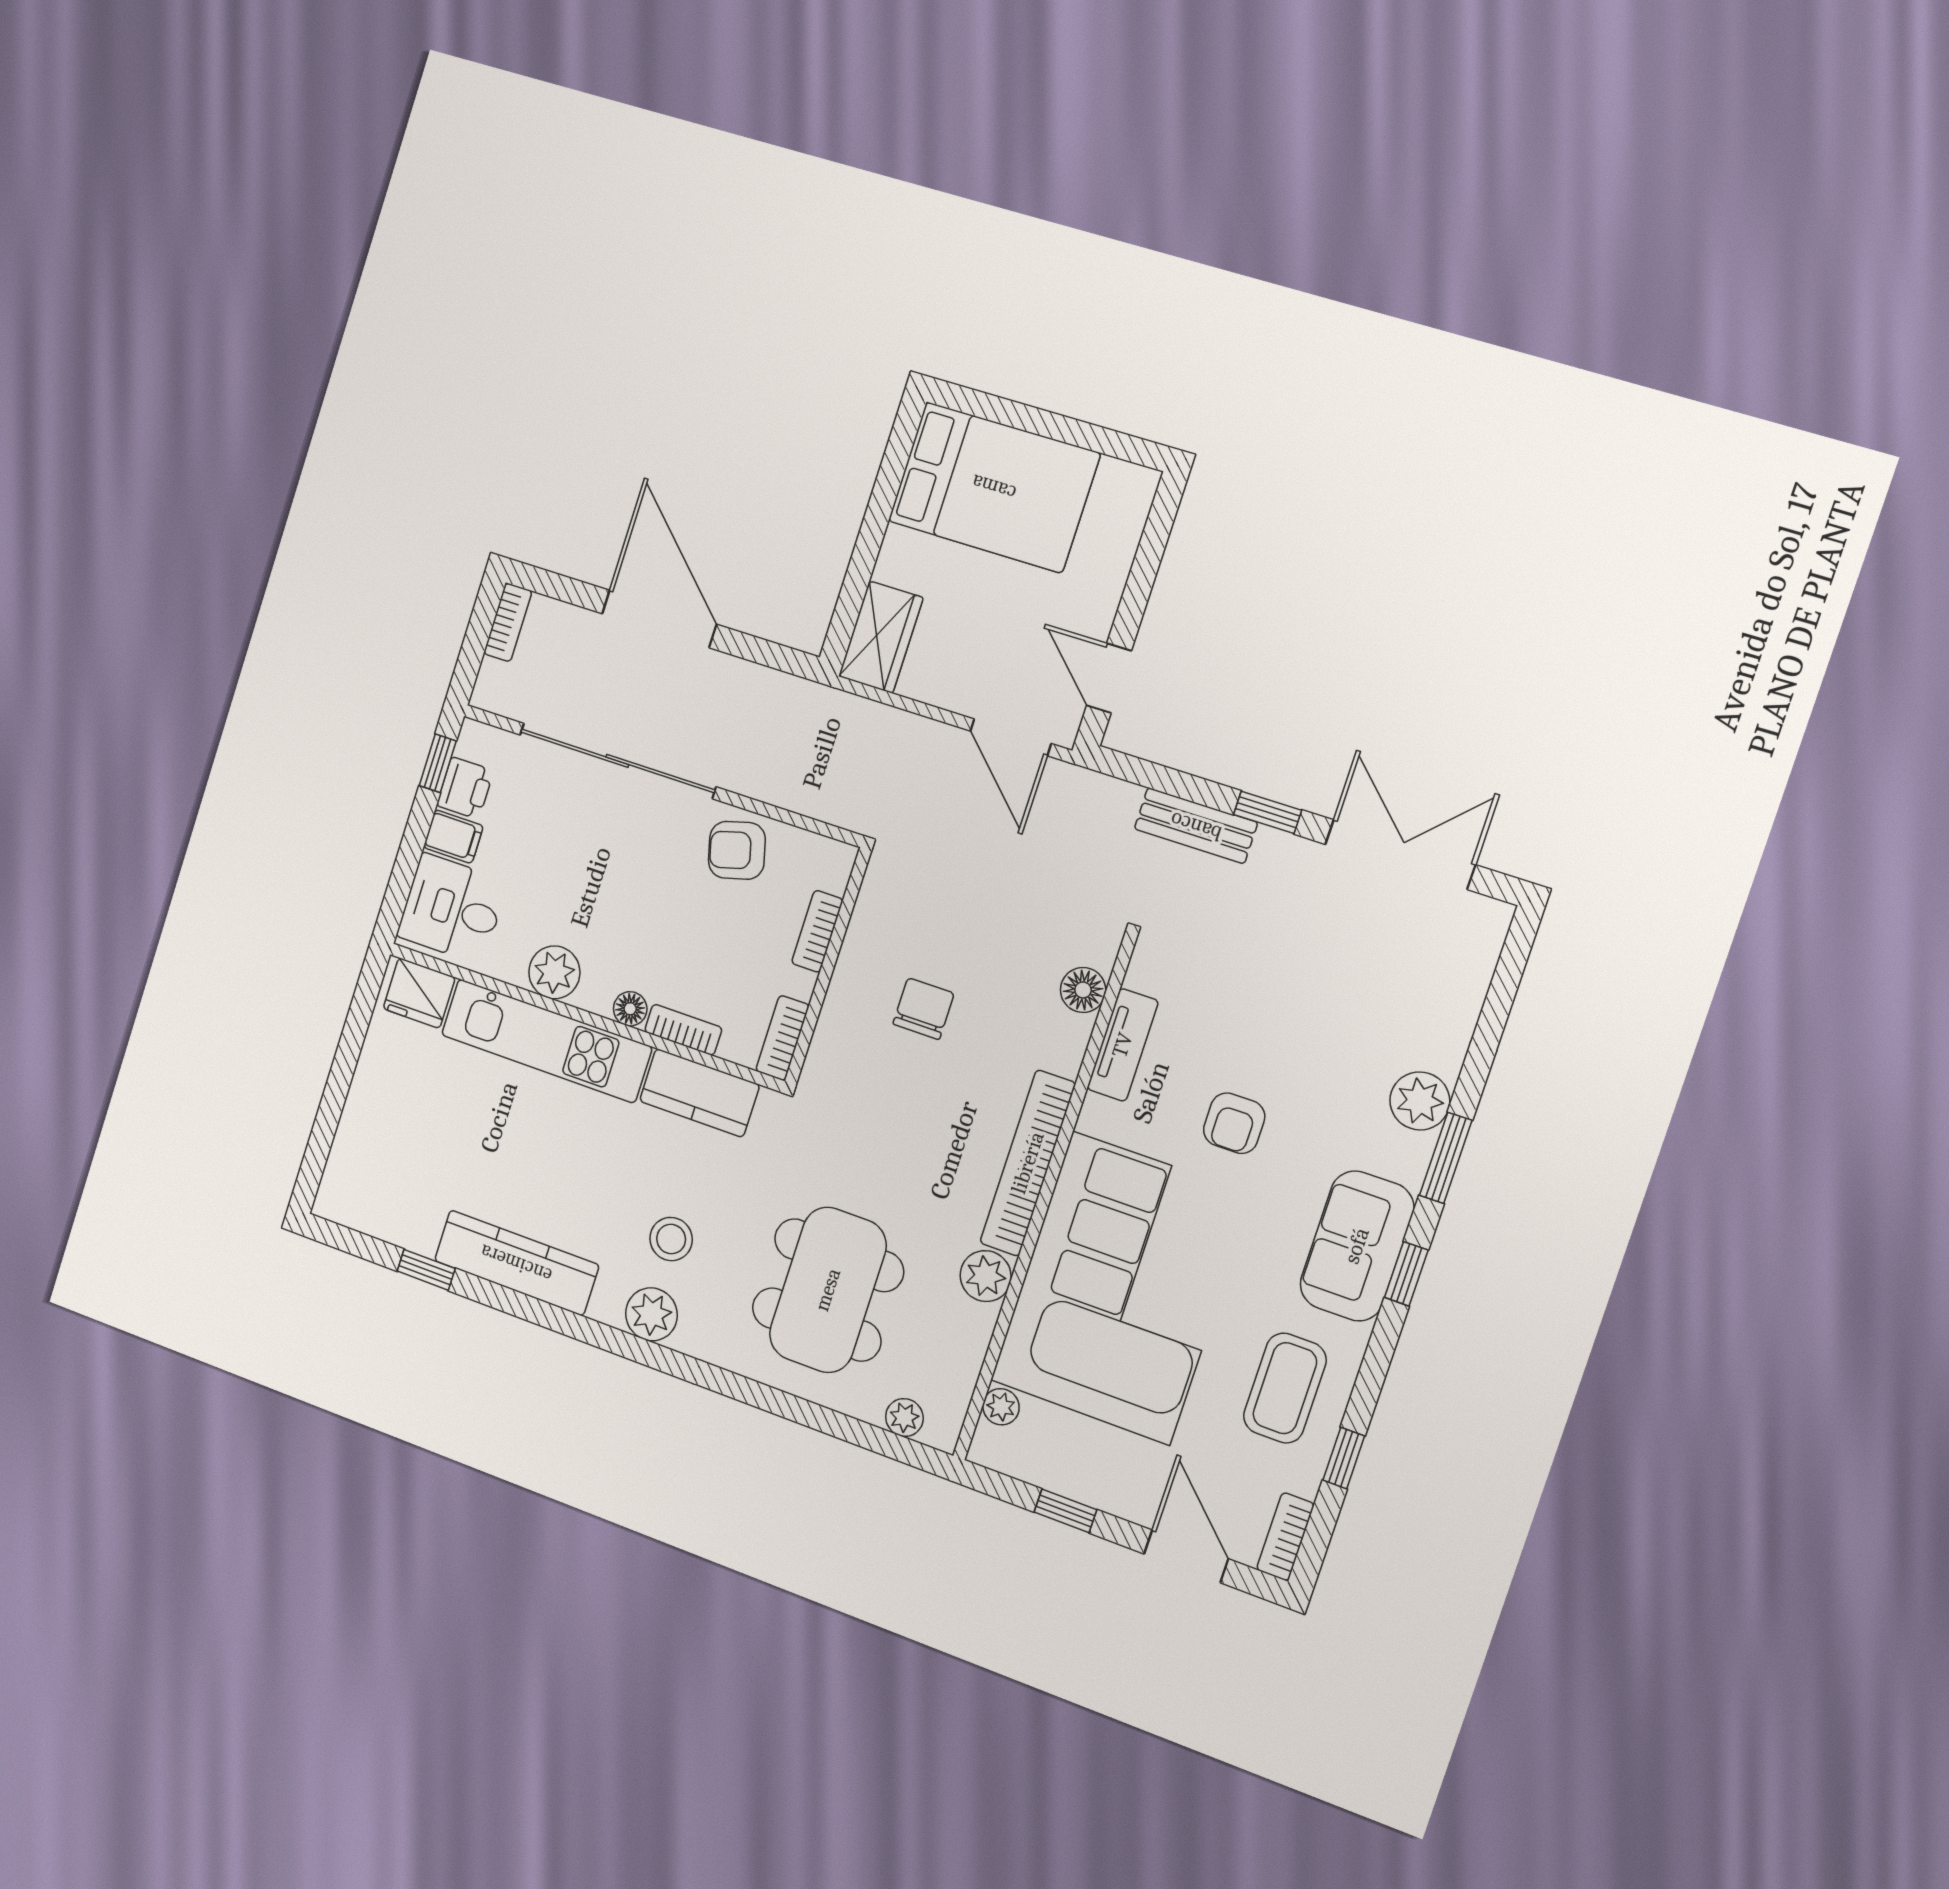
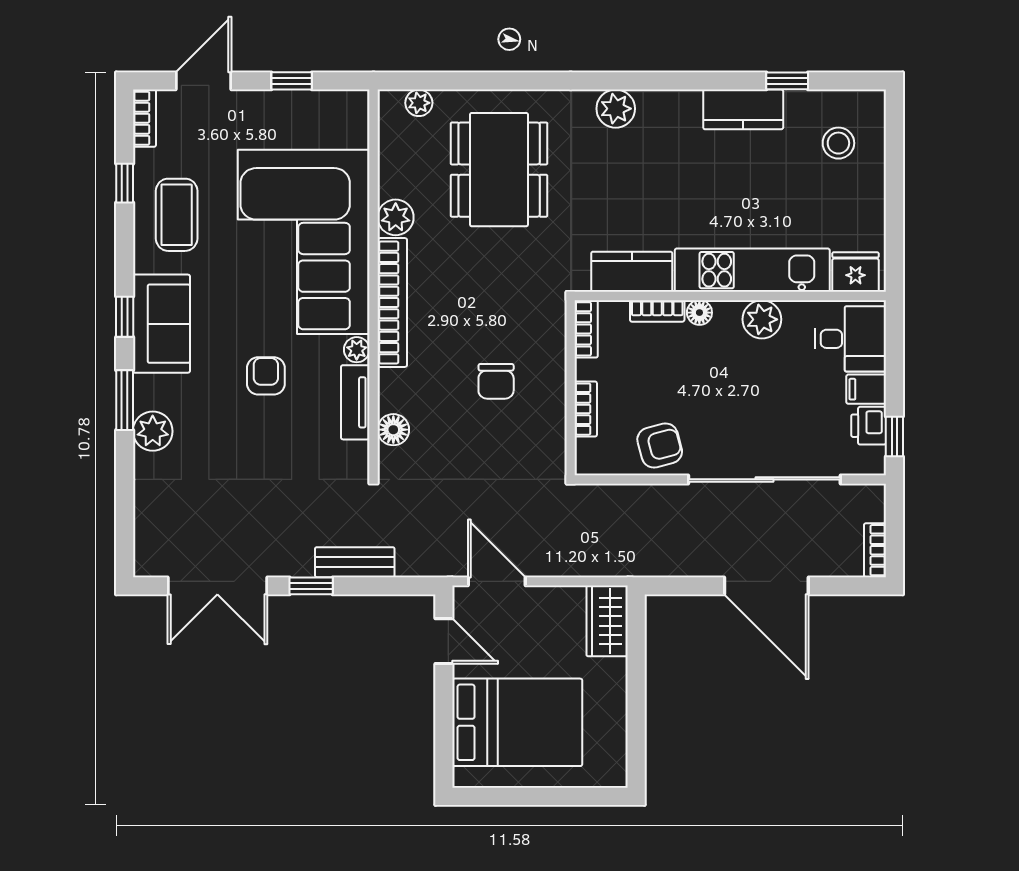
bed: (994, 487) -> (517, 722), moved, turned 180
stool: (671, 1239) -> (838, 143), moved
kitchen counter: (516, 1263) -> (743, 109), width x0.67
plant: (1001, 1407) -> (357, 350), moved
door: (1186, 1556) -> (203, 81), swing flipped

